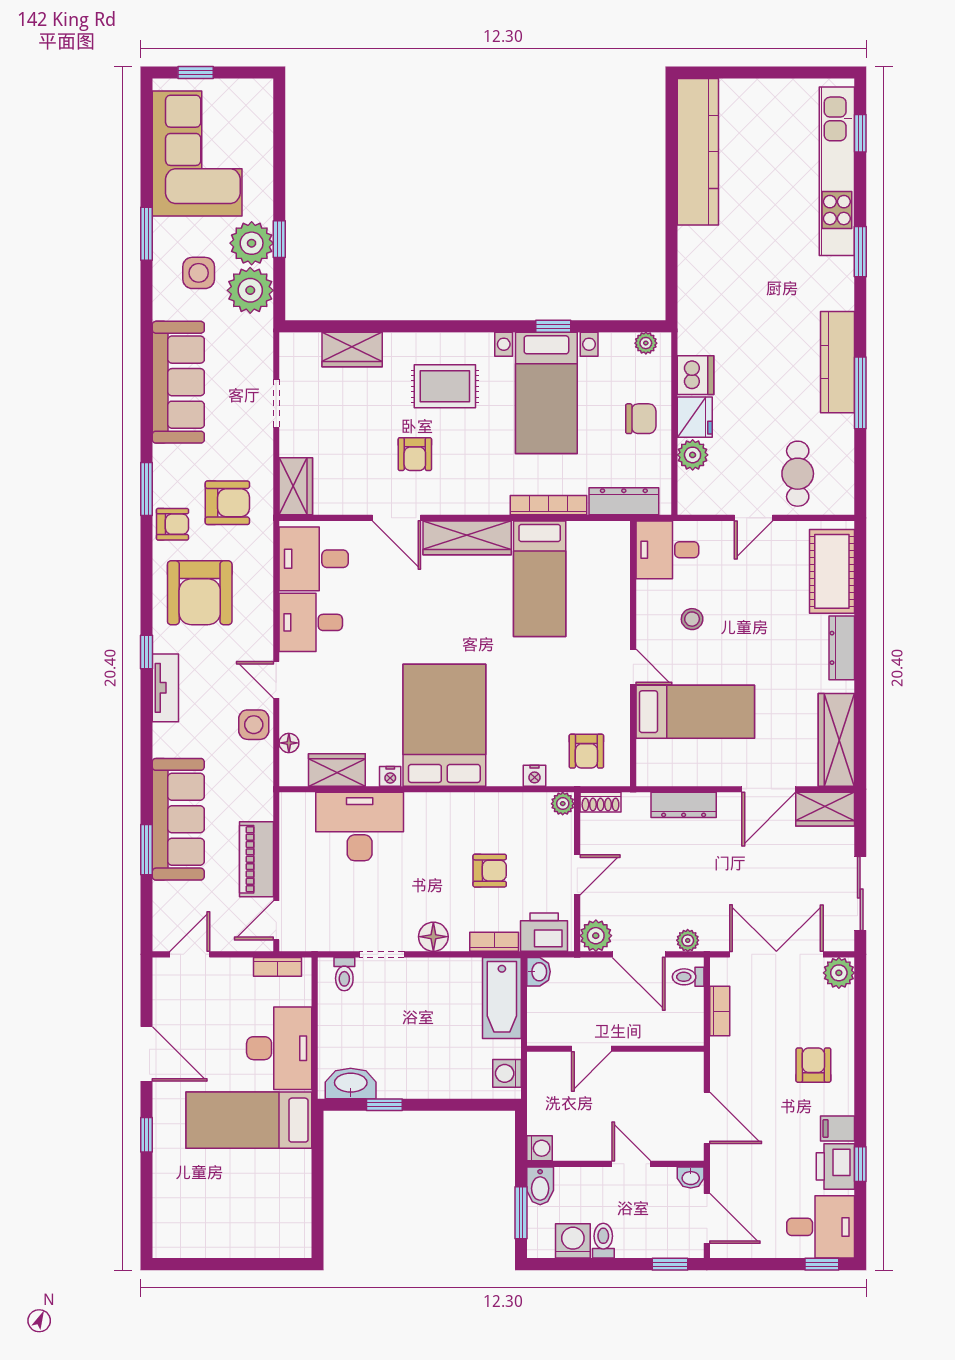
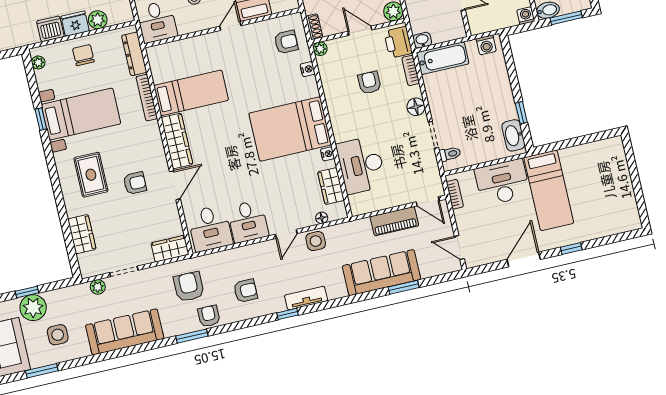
plant: (250, 290) -> (98, 287), moved, width x0.53, depth x0.53
armchair: (200, 593) -> (246, 291), width x0.53, depth x0.53

